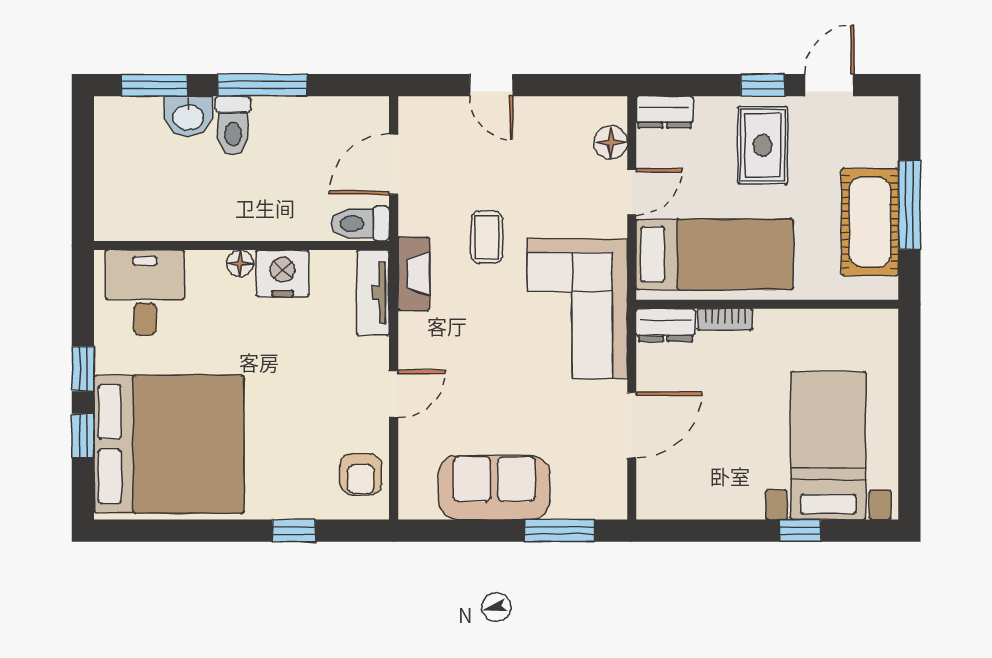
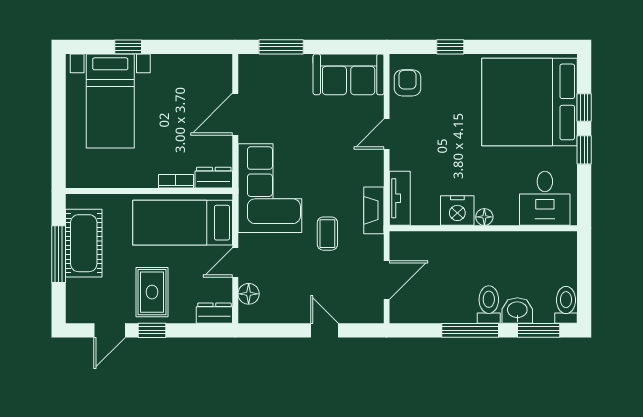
toilet: (360, 224) -> (566, 305), moved, turned -90
sofa: (494, 487) -> (349, 74), moved

